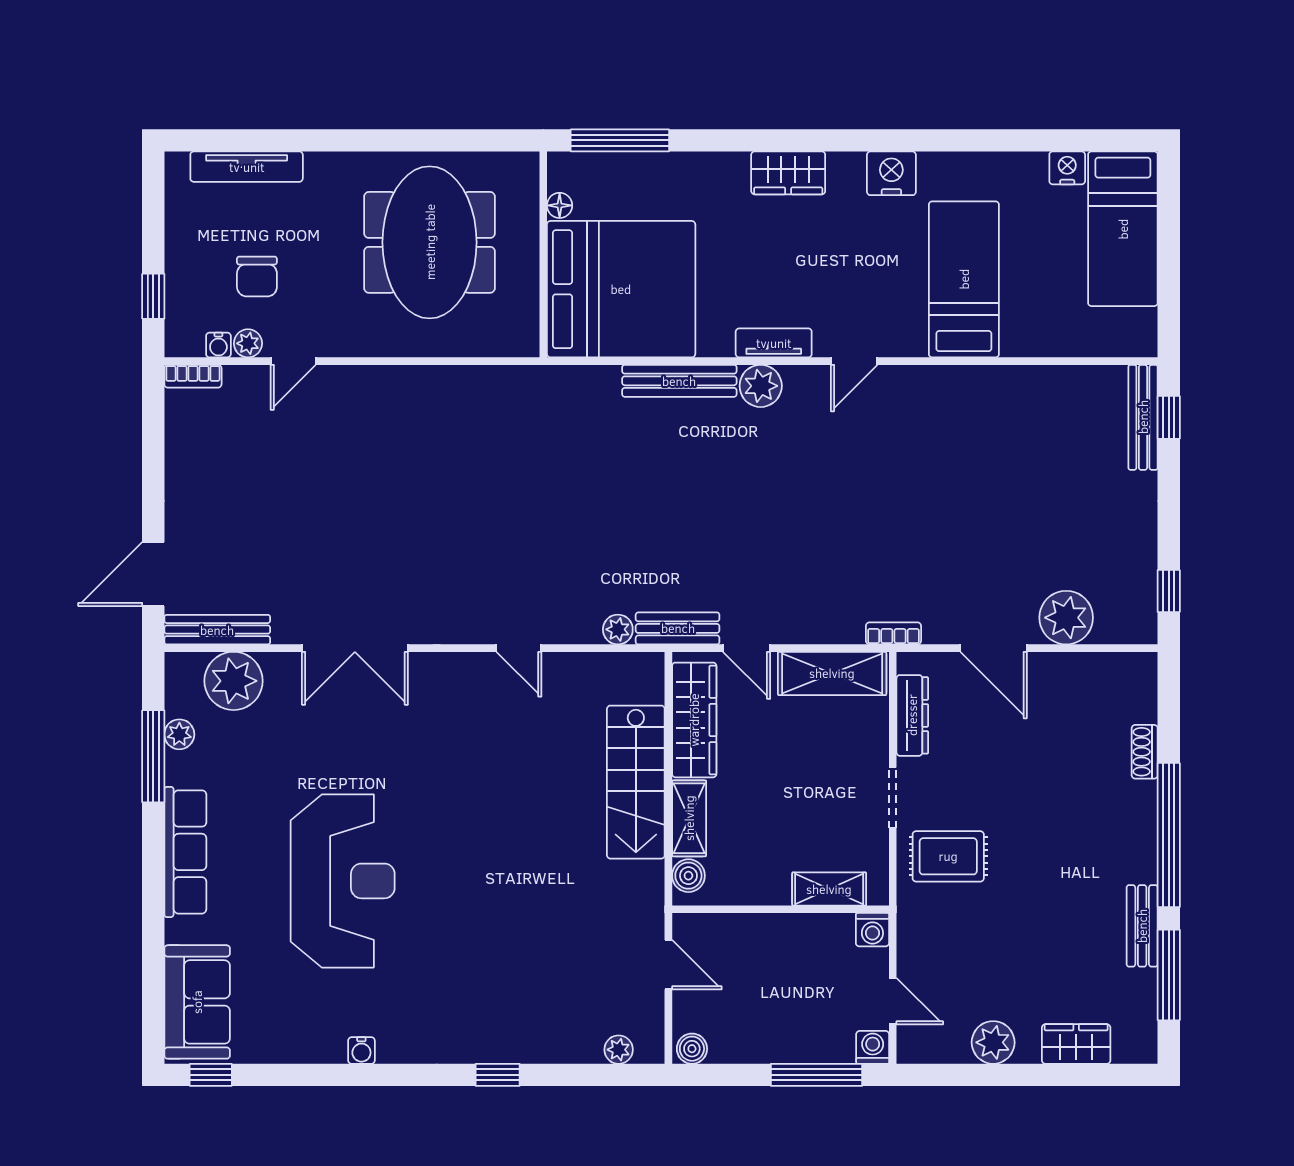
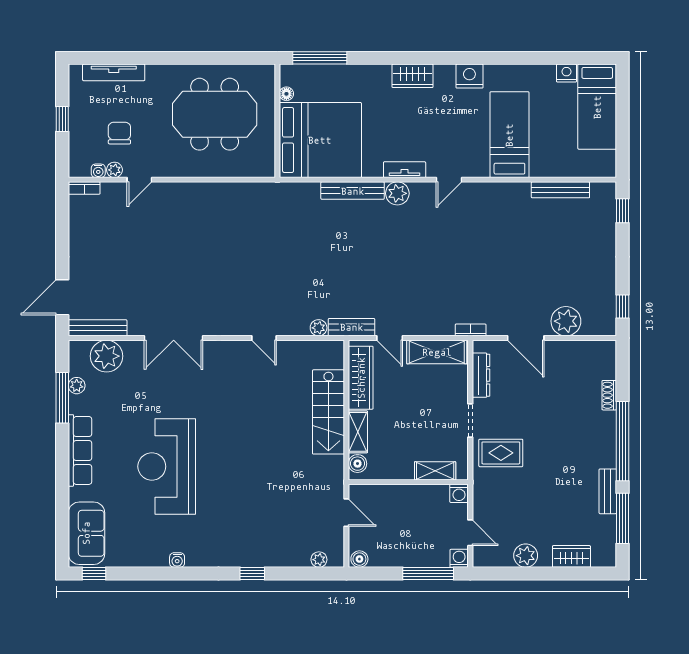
meeting table: (430, 242) -> (215, 114), turned 90
chair: (257, 277) -> (119, 133), turned 180
window: (153, 296) -> (62, 119), moved
bench: (1143, 417) -> (560, 190), moved, turned 90
reception desk: (343, 881) -> (167, 466), turned 180

